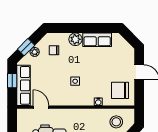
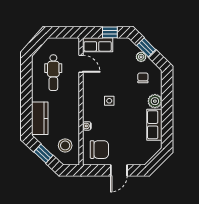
row of seats: (23, 85) -> (98, 45), width x0.68
chair: (120, 90) -> (99, 150), turned 90
door: (41, 107) -> (81, 64), hinge flipped

